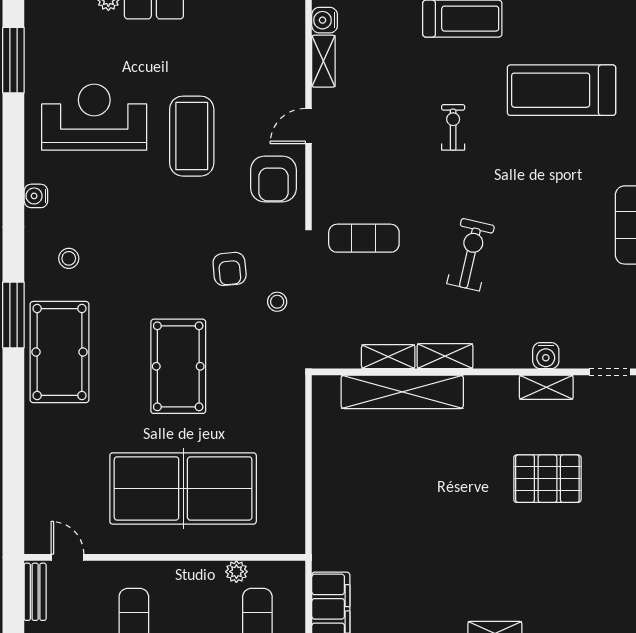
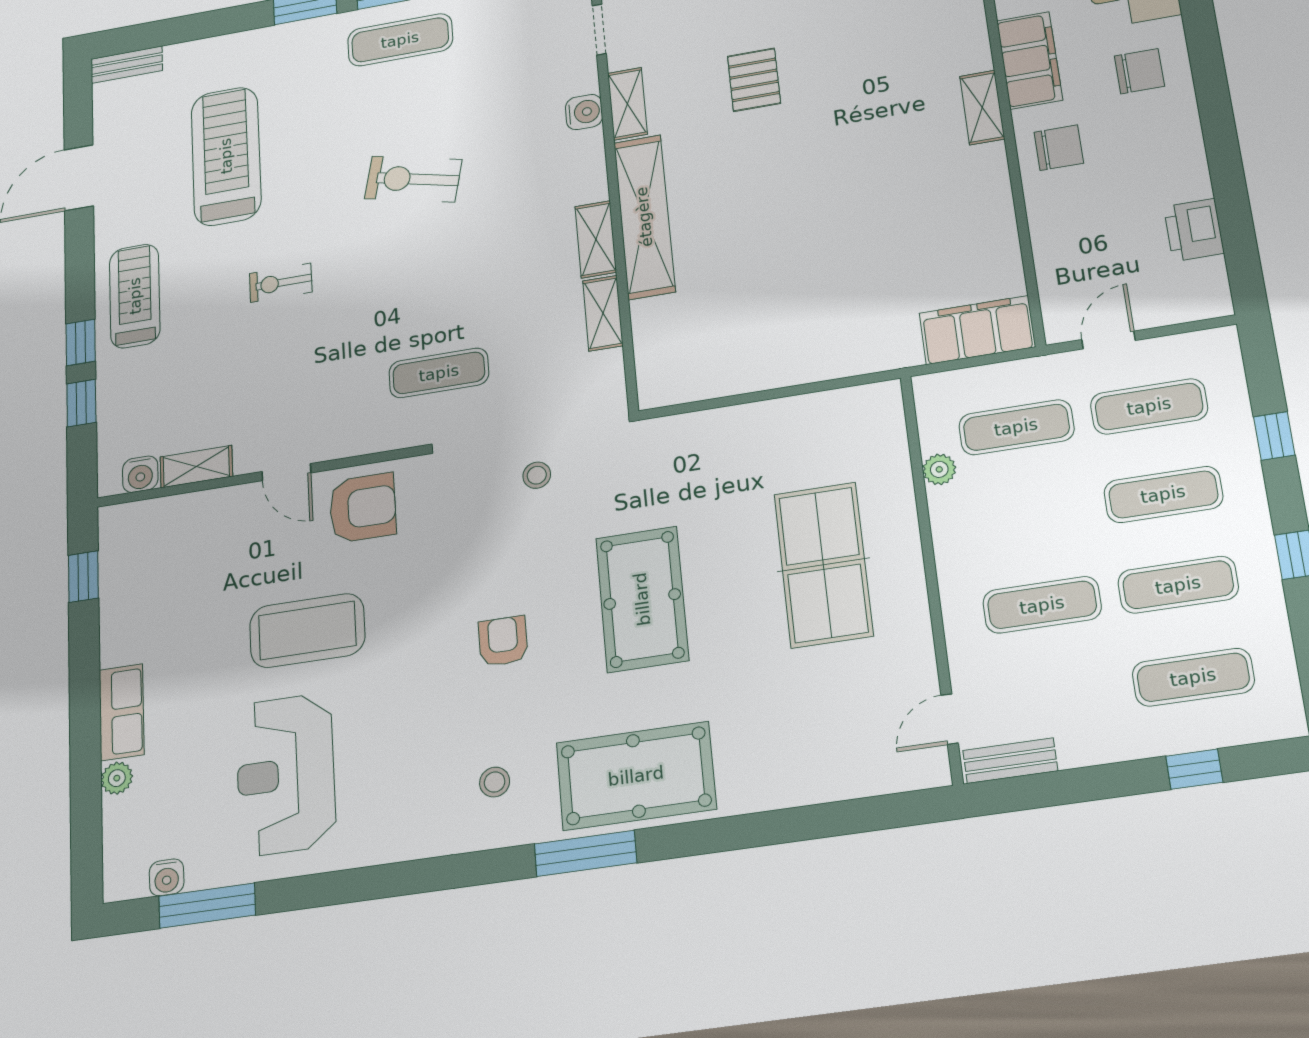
treadmill: (561, 90) -> (226, 156), turned 180
water cooler: (36, 196) -> (167, 877), moved
exercise mat: (364, 238) -> (439, 373), turned 90
exercise bike: (471, 255) -> (413, 179), moved
armchair: (230, 269) -> (503, 641), moved, turned -85
pool table: (178, 366) -> (642, 599), turned 90
shelving: (402, 392) -> (644, 217), moved
pallet: (547, 479) -> (754, 80), width x0.67, depth x0.71
table tennis table: (183, 488) -> (823, 565), width x0.73, depth x0.76

